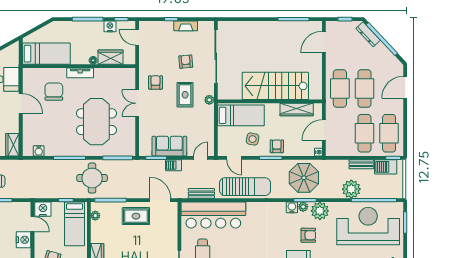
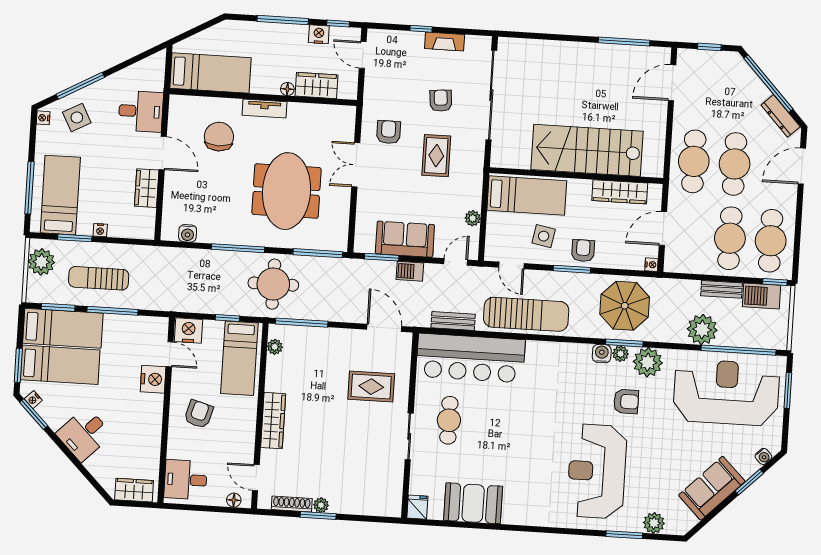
dresser: (368, 34) -> (781, 116), moved
plant: (209, 100) -> (473, 218), moved
wardrobe: (12, 145) -> (147, 188), moved
rug: (136, 216) -> (371, 387), moved

